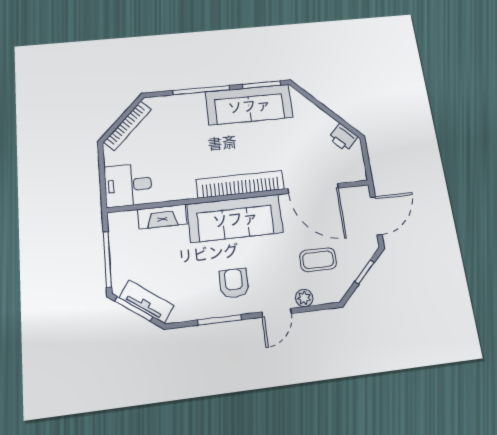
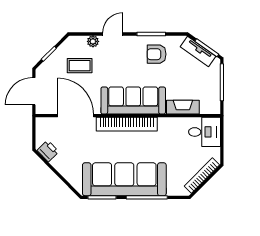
sofa: (249, 105) -> (124, 179), width x1.36, depth x1.27
armchair: (234, 283) -> (157, 54), moved, turned 90

